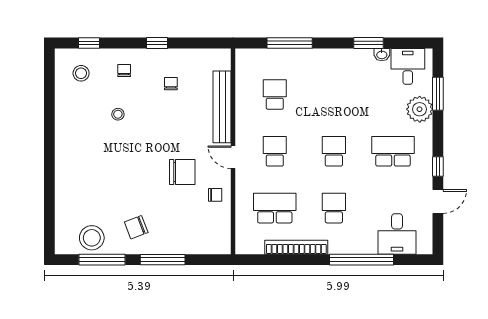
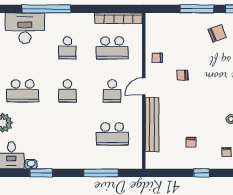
school desk: (275, 95) -> (112, 134), width x1.85
door: (233, 157) -> (144, 86), swing flipped
chair: (182, 172) -> (182, 75), width x0.54, depth x0.54
desk: (397, 234) -> (25, 28), width x1.37
bookcase: (296, 247) -> (118, 18), moved

